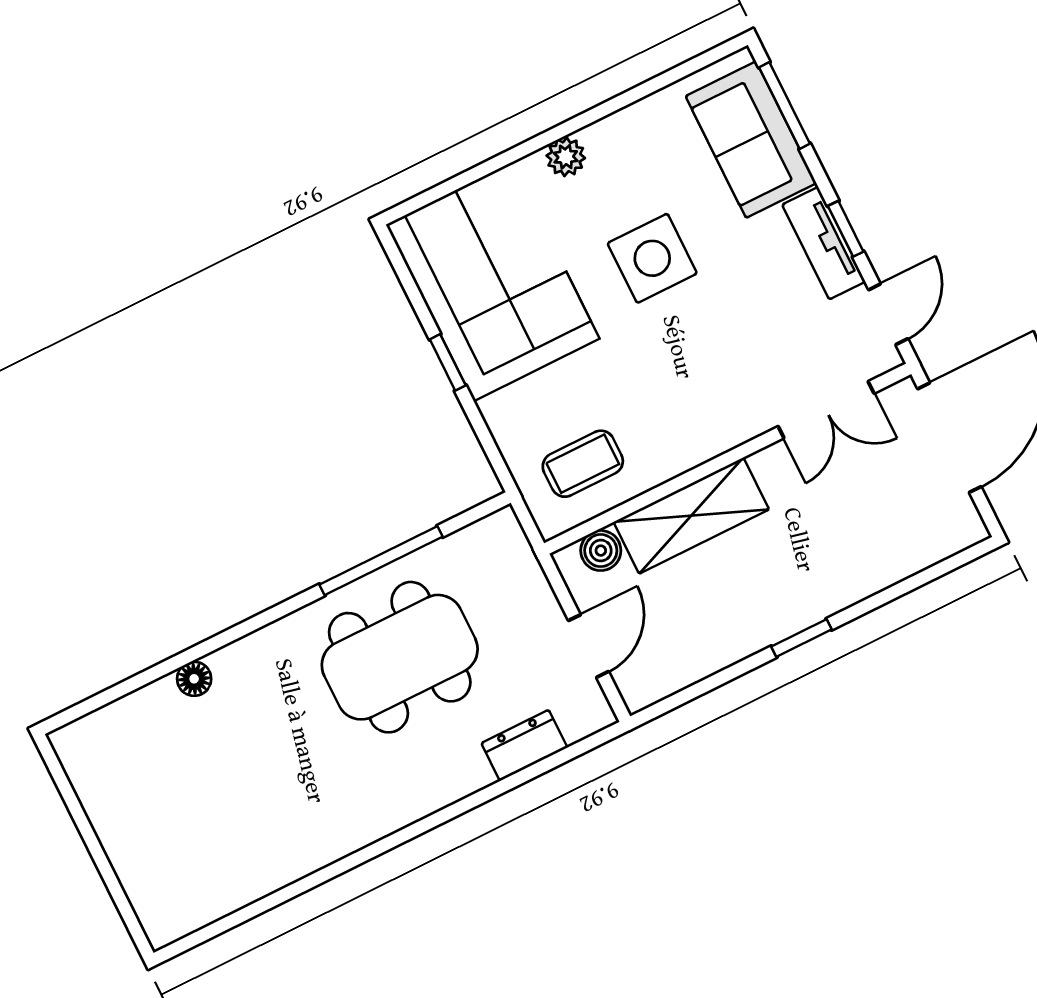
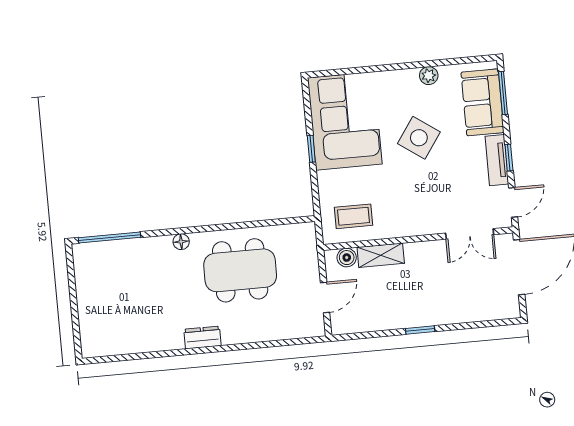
plant: (566, 157) -> (429, 76), moved
side table: (652, 258) -> (419, 138), turned 35
shelving: (691, 516) -> (381, 255), width x0.67, depth x0.75
window: (381, 561) -> (109, 238), moved
floor lamp: (194, 679) -> (181, 242), moved
dresser: (524, 745) -> (203, 337), moved

